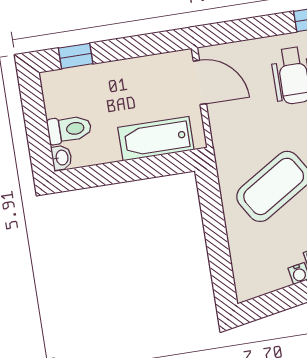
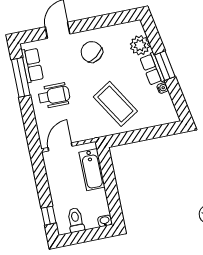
toilet: (69, 129) -> (76, 220), moved

